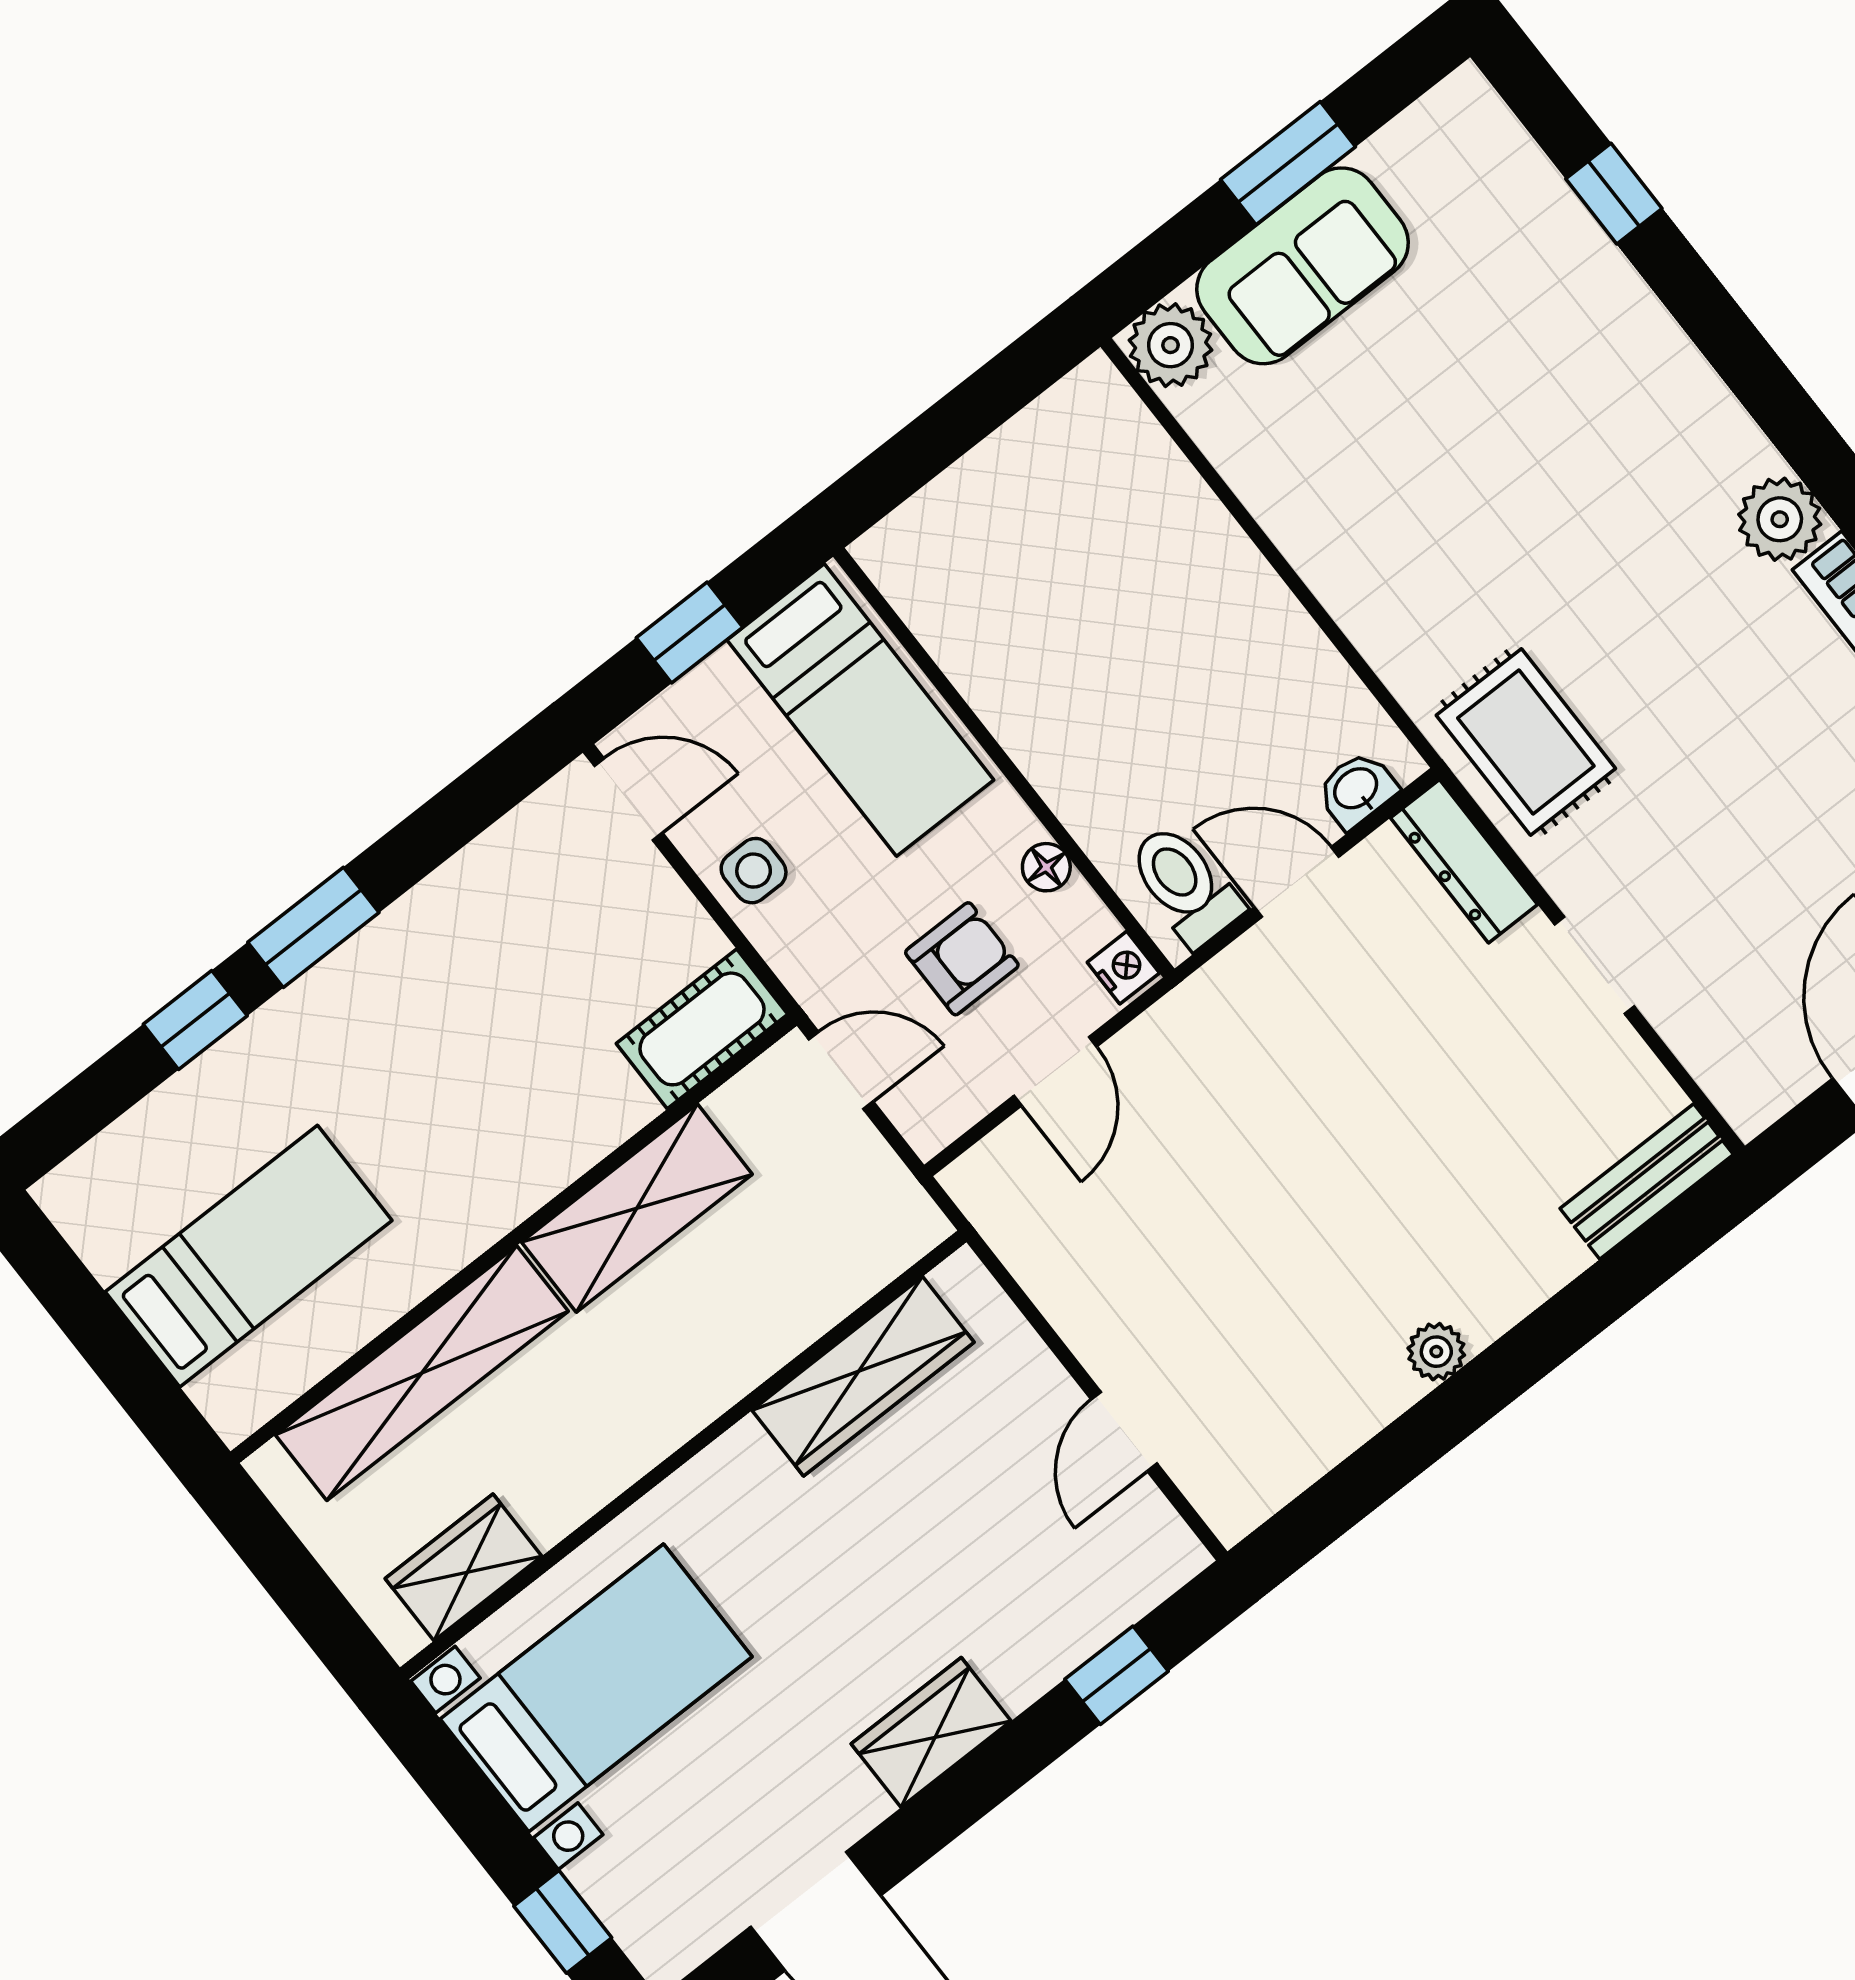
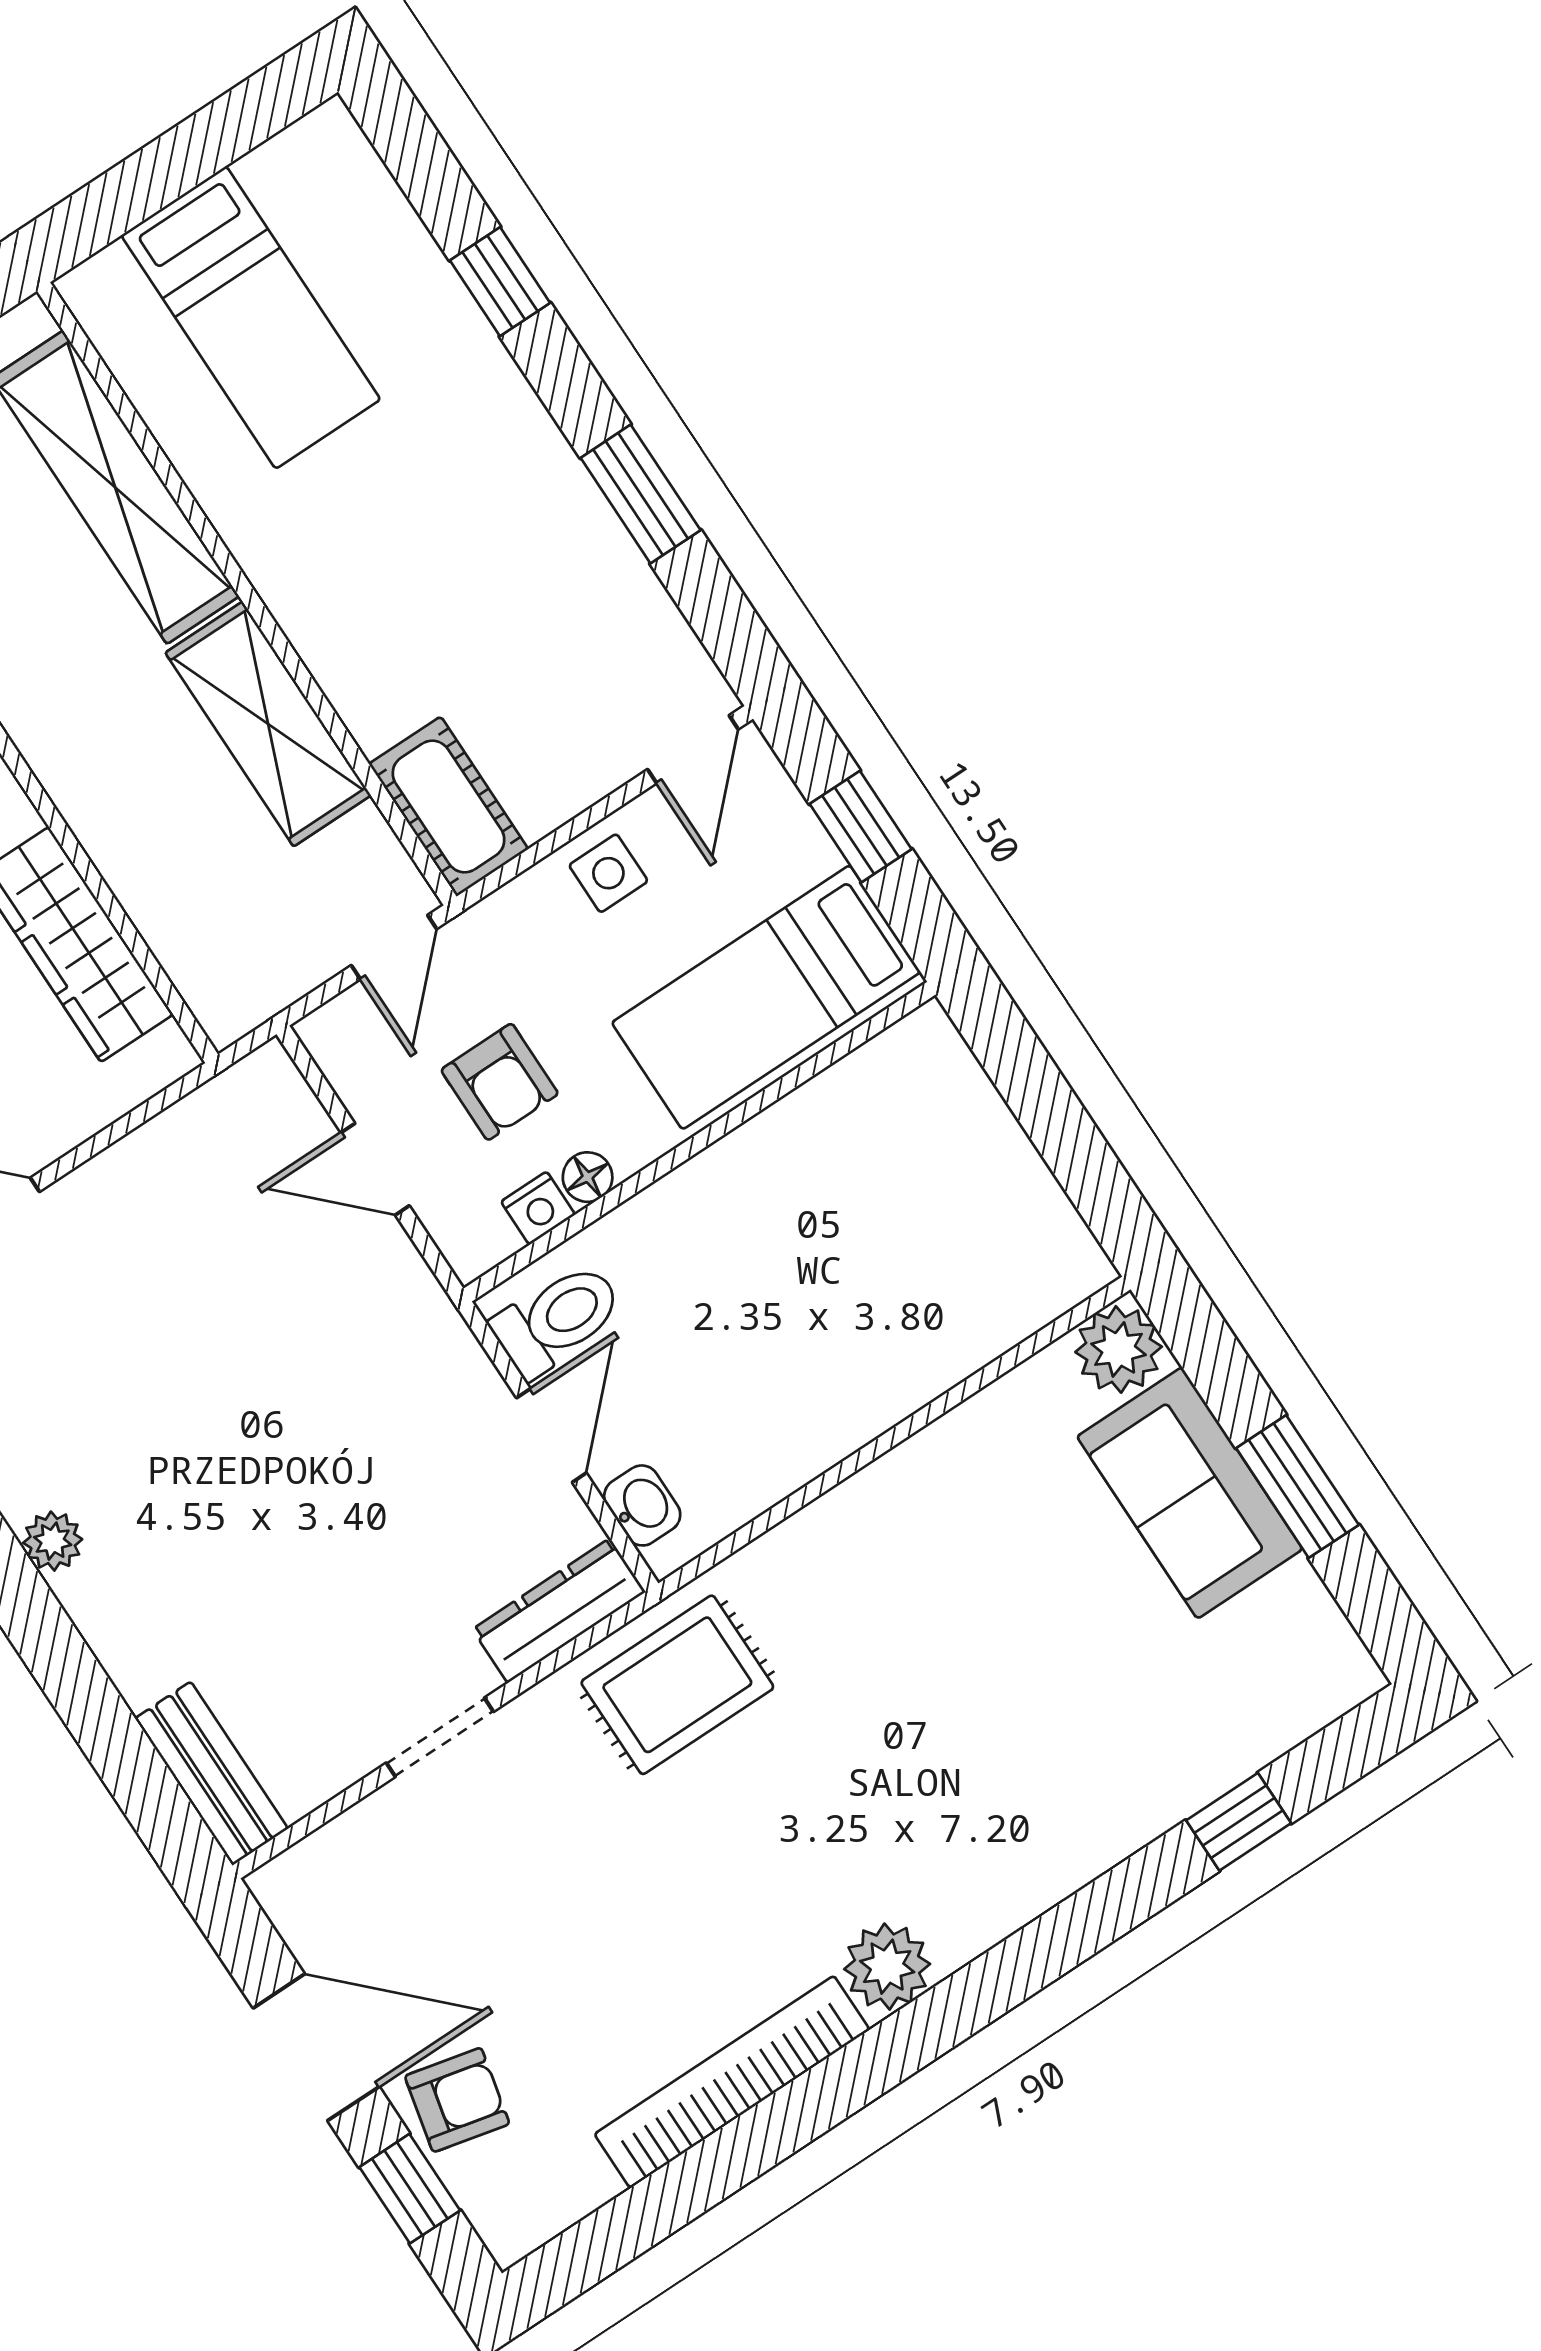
window: (313, 927) -> (641, 494), moved
nightstand: (1123, 968) -> (538, 1208), moved

